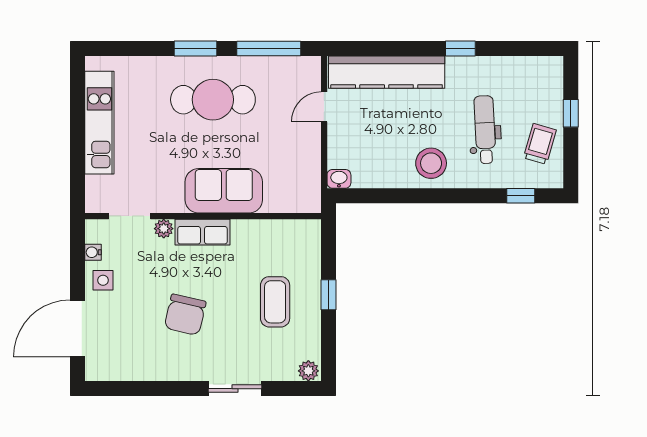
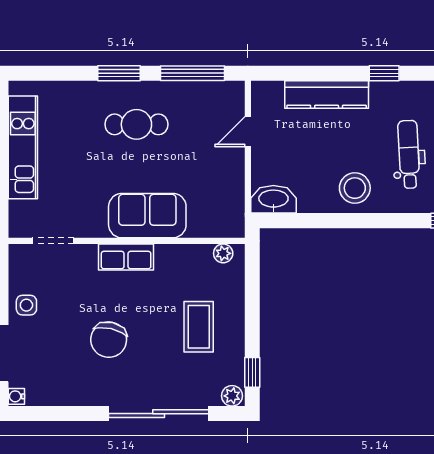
kitchen counter: (387, 72) -> (327, 95), width x0.72, depth x0.86
cafe table: (213, 100) -> (136, 124), width x0.73, depth x0.74
washbasin: (339, 179) -> (273, 199), width x1.91, depth x1.45
plant: (164, 229) -> (223, 253), moved
water cooler: (93, 252) -> (16, 396), moved
window: (329, 295) -> (252, 372), moved
sliding door: (235, 389) -> (159, 414), width x1.86

